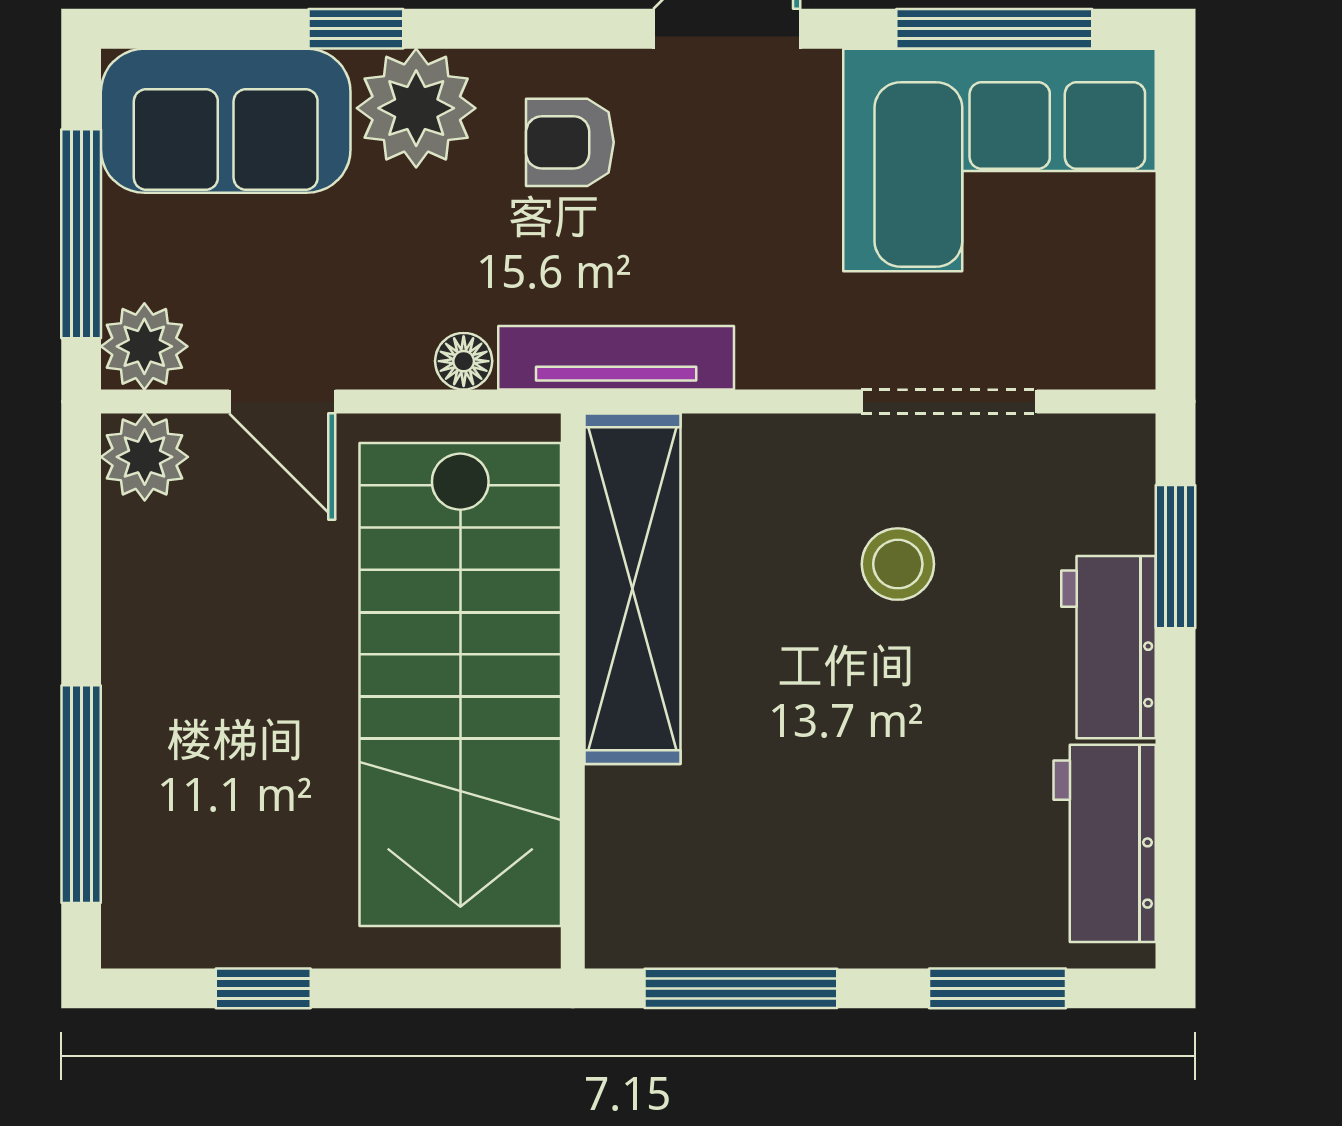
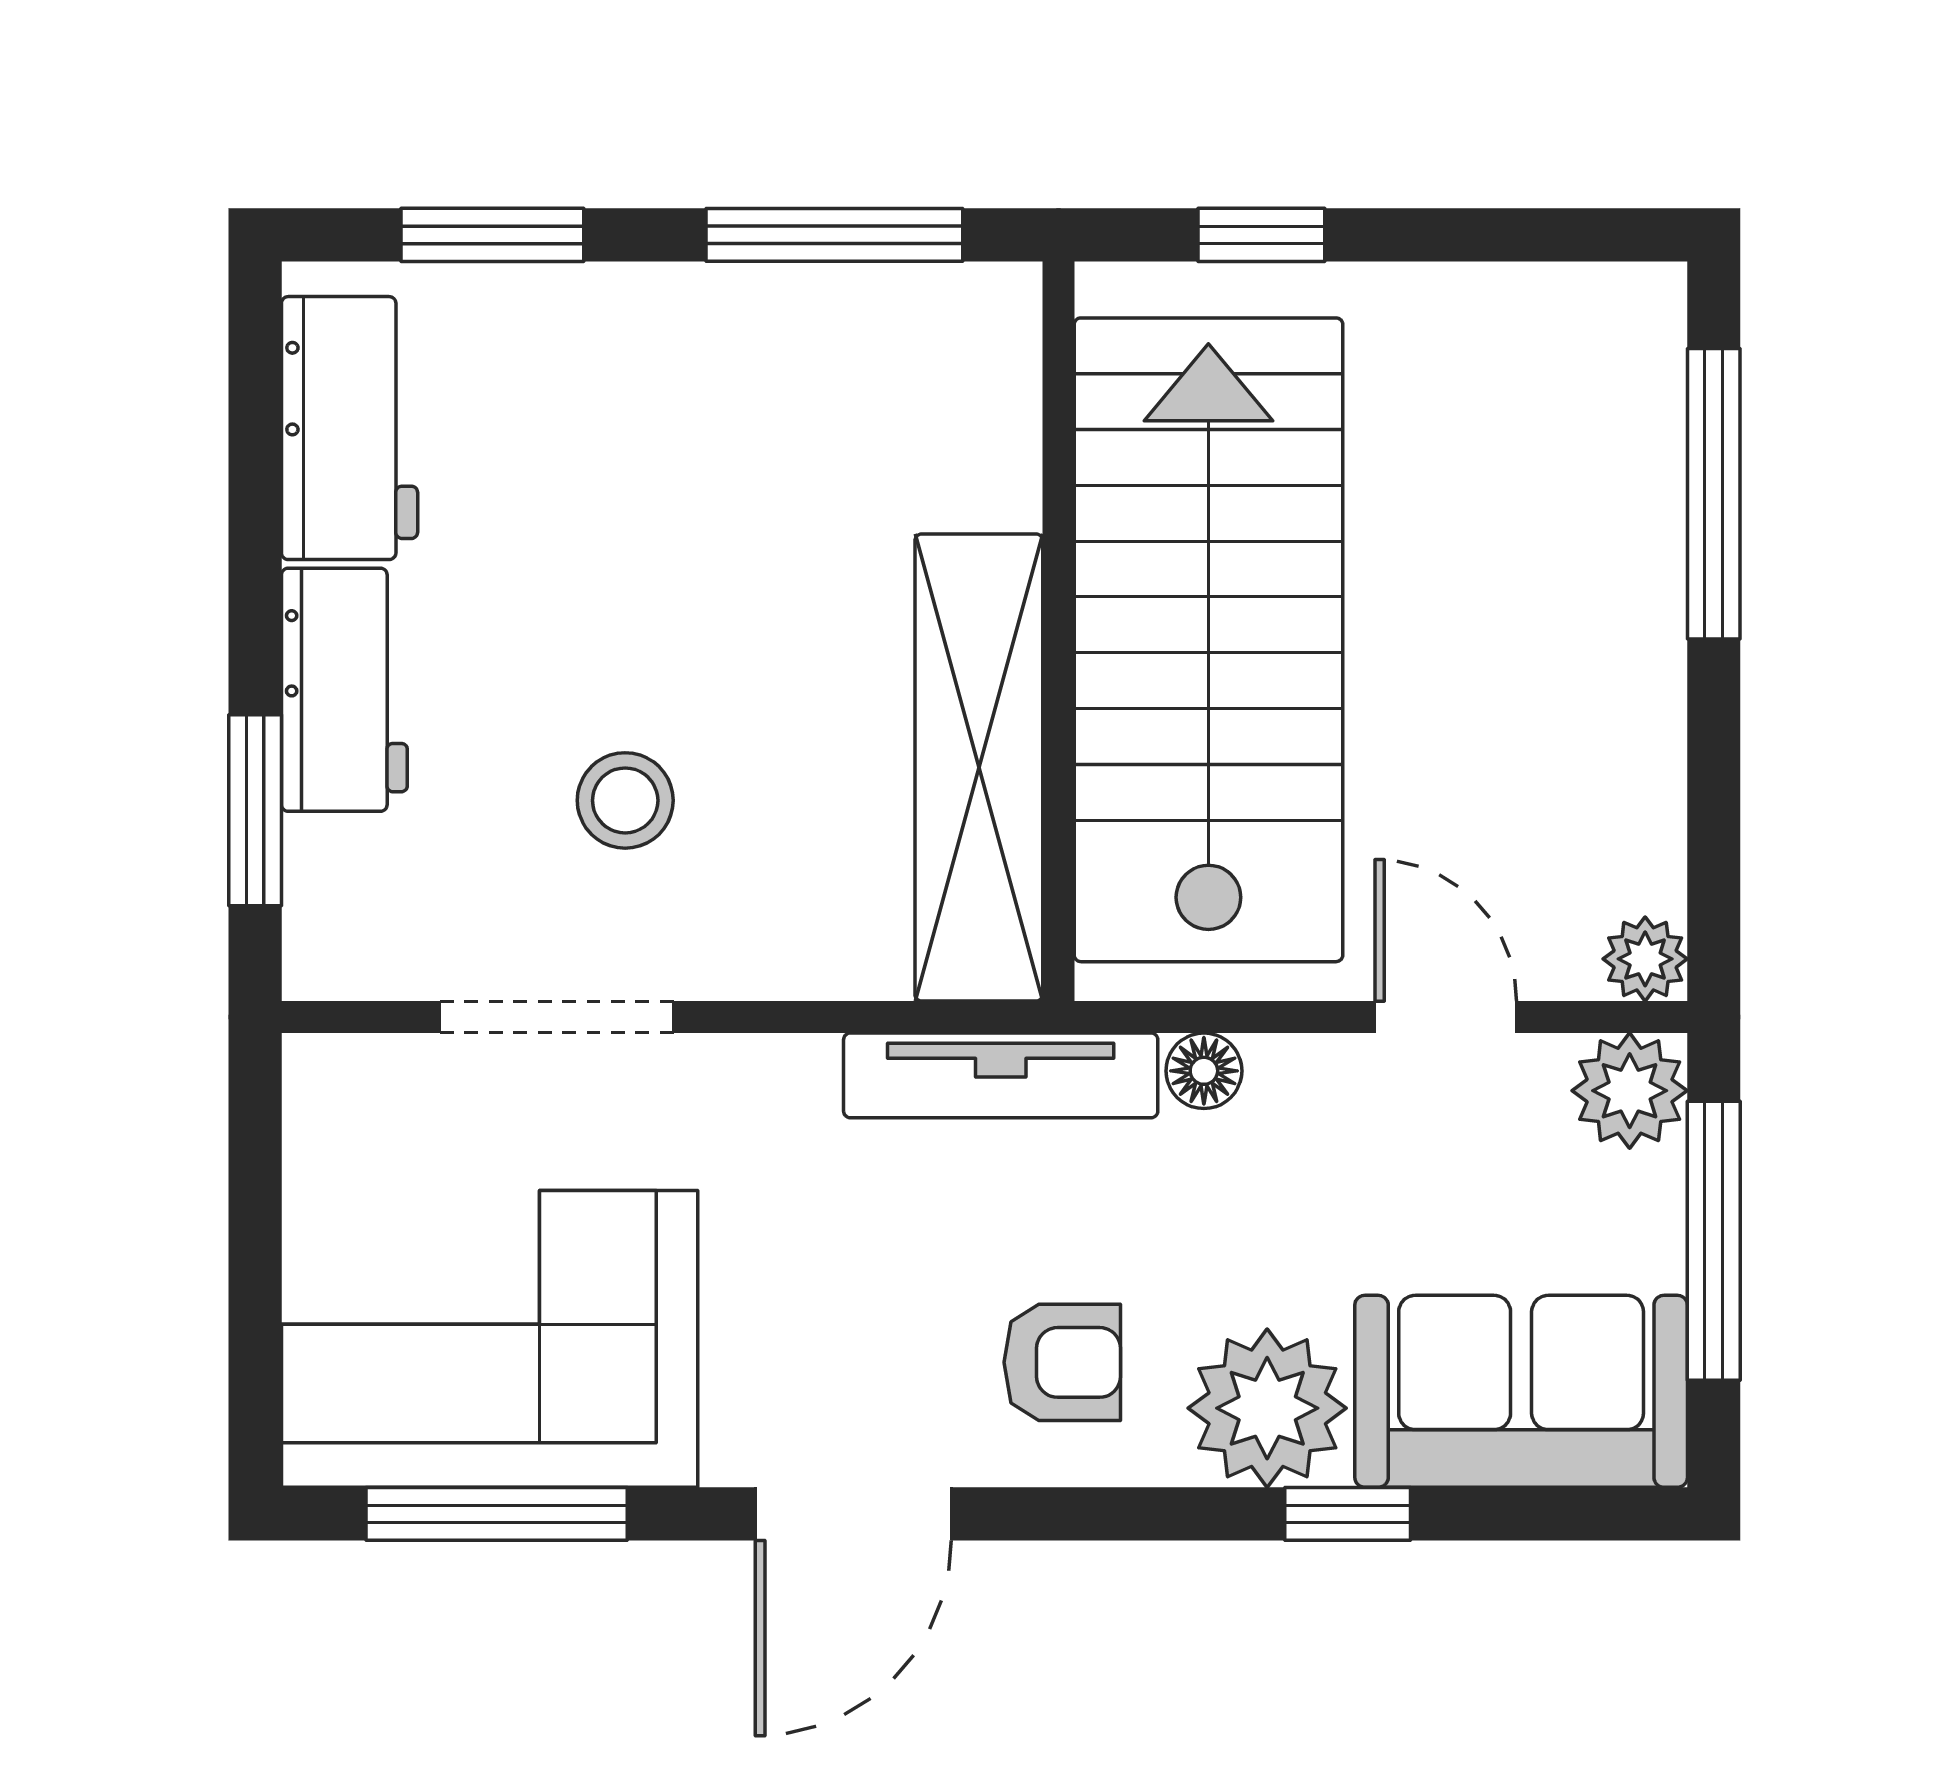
plant: (145, 457) -> (1645, 959), width x0.73, depth x0.73
window: (263, 988) -> (1261, 235), moved

